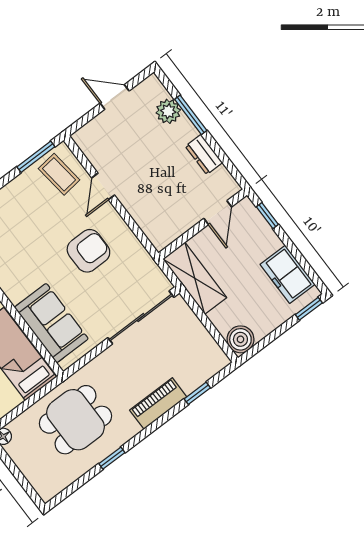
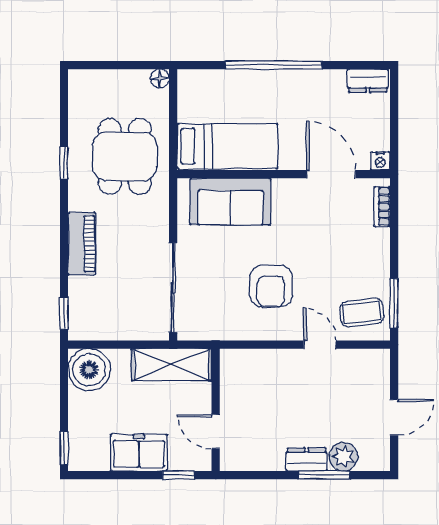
dresser: (204, 154) -> (306, 459), moved
freezer: (288, 274) -> (139, 453), moved
boiler: (240, 339) -> (89, 370), width x1.37, depth x1.37
window: (197, 393) -> (64, 313), moved

